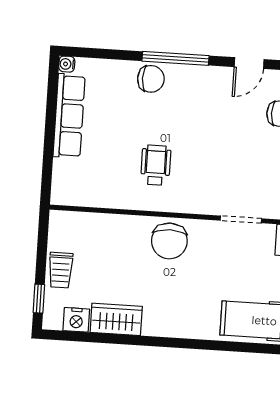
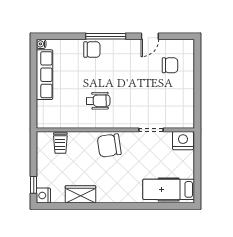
wheelchair: (156, 165) -> (98, 101), turned 89
chair: (169, 241) -> (109, 145), turned 82
trolley: (61, 270) -> (60, 143), moved
nightstand: (76, 320) -> (43, 195), moved, turned 90

